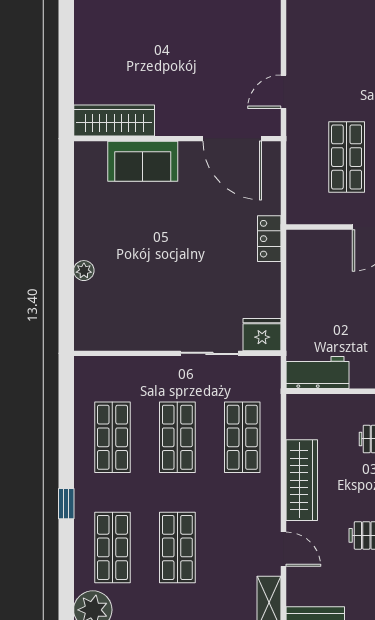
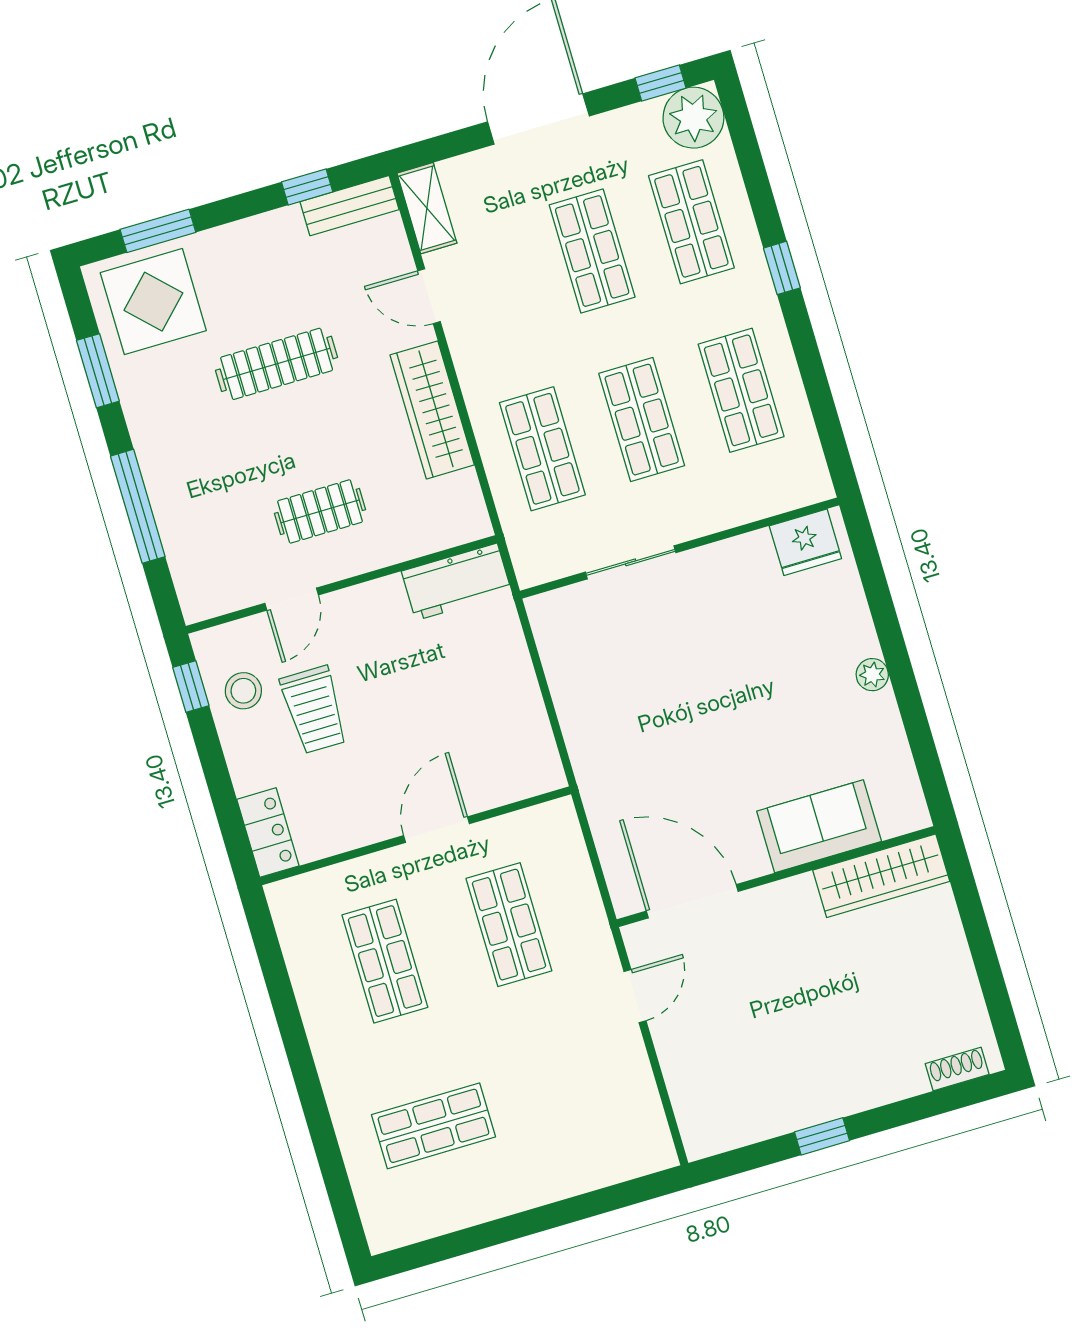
locker: (269, 239) -> (590, 765), removed
plant: (84, 271) -> (872, 675), moved
fridge: (262, 335) -> (805, 542), moved

